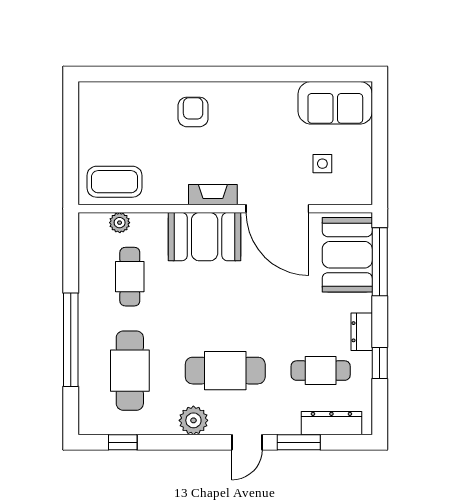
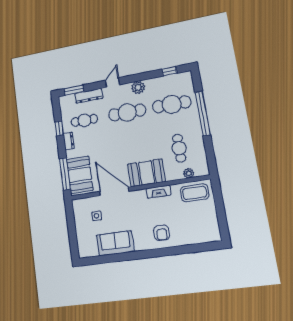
sofa: (335, 103) -> (115, 243), moved
fireplace: (213, 195) -> (159, 192), moved
cafe table: (130, 371) -> (172, 104), turned 90
dresser: (331, 423) -> (89, 96), moved
window: (299, 442) -> (74, 90), moved

